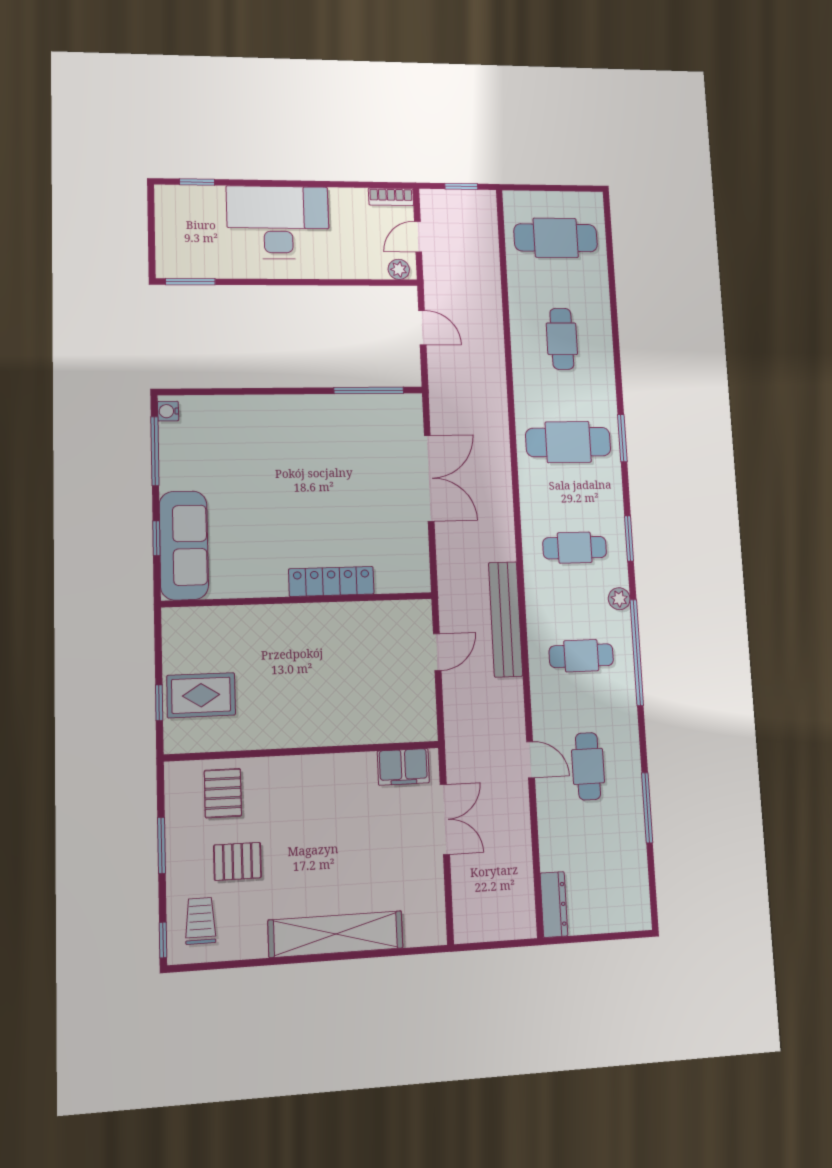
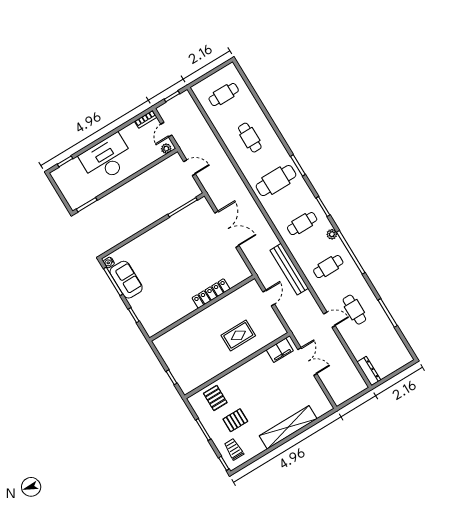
cafe table: (556, 238) -> (224, 95), width x0.73, depth x0.74
sofa: (184, 545) -> (126, 280), moved, width x0.73
rug: (201, 695) -> (238, 335), moved

